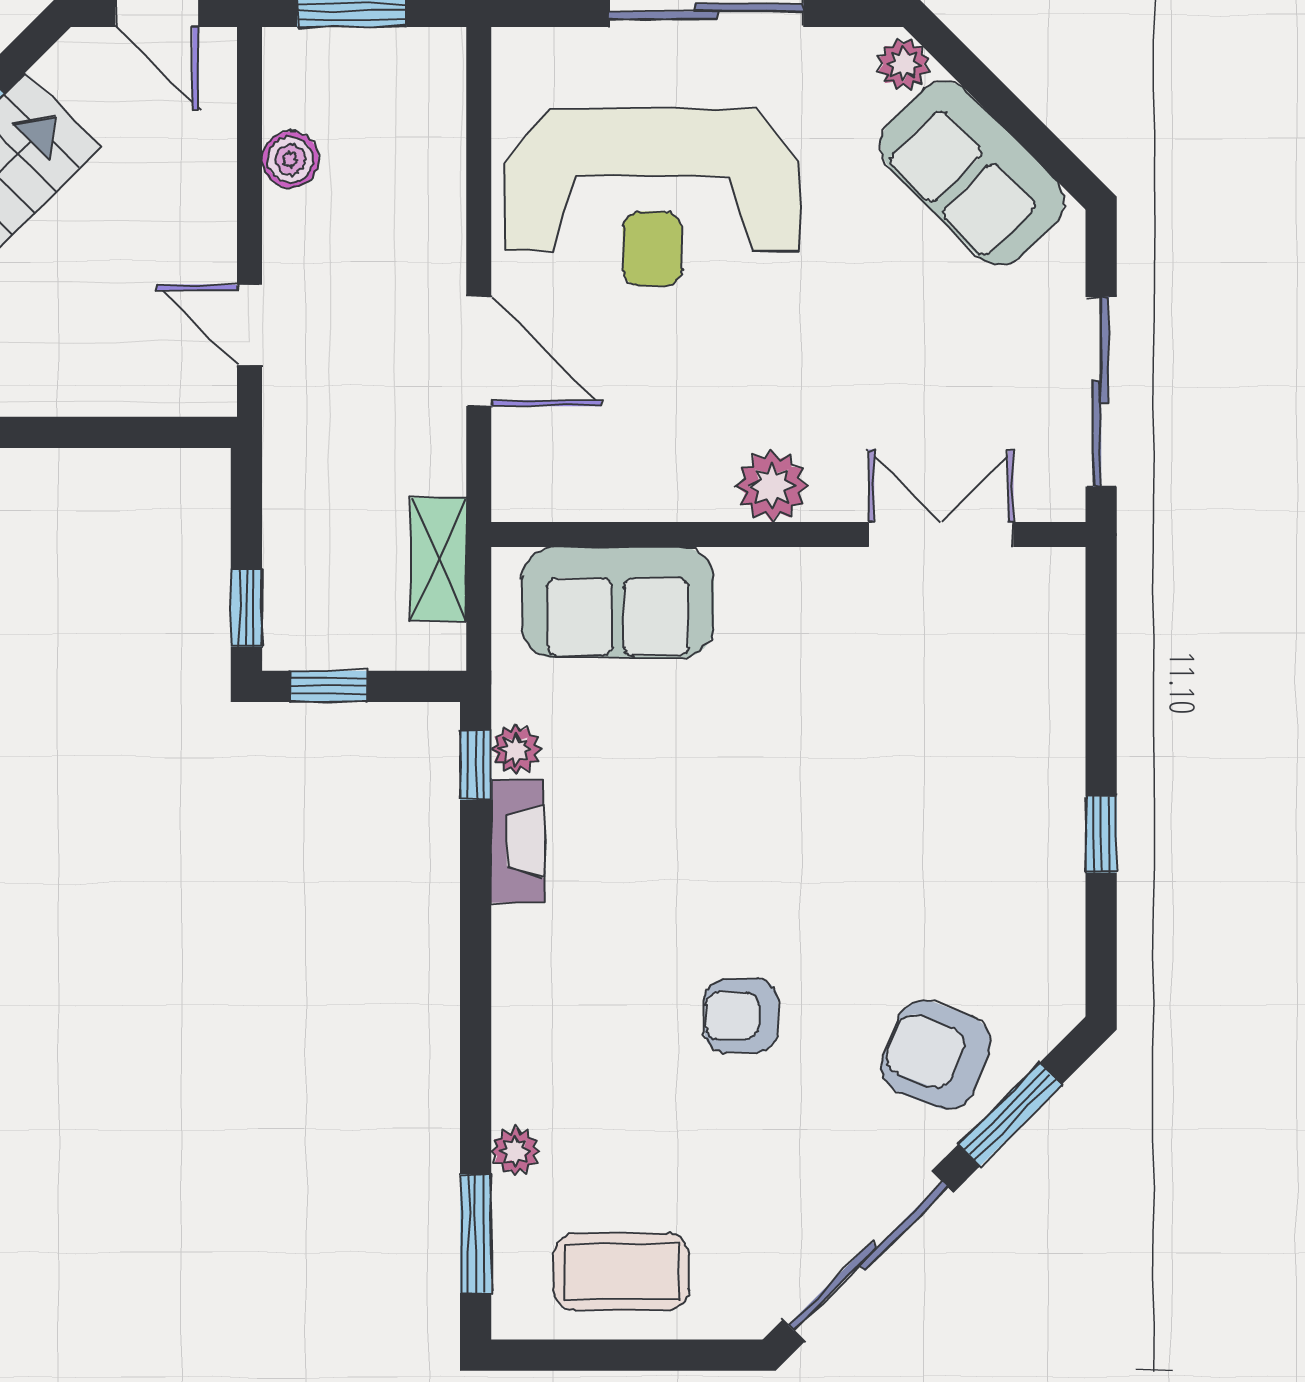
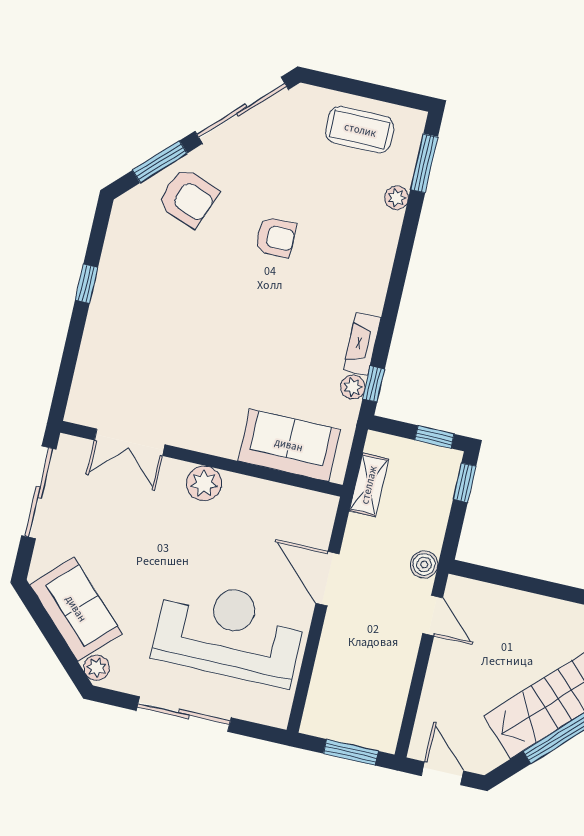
boiler: (290, 160) -> (424, 564), moved

